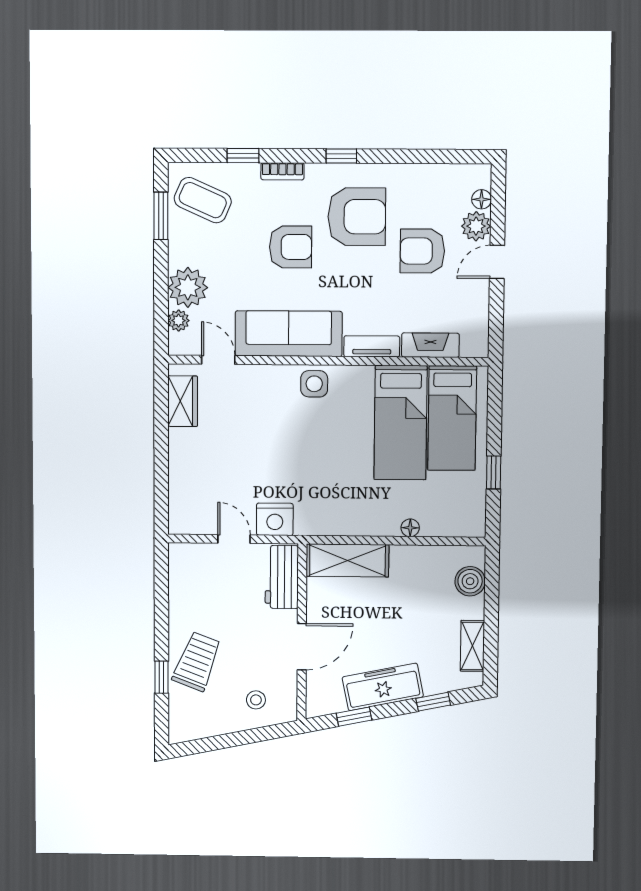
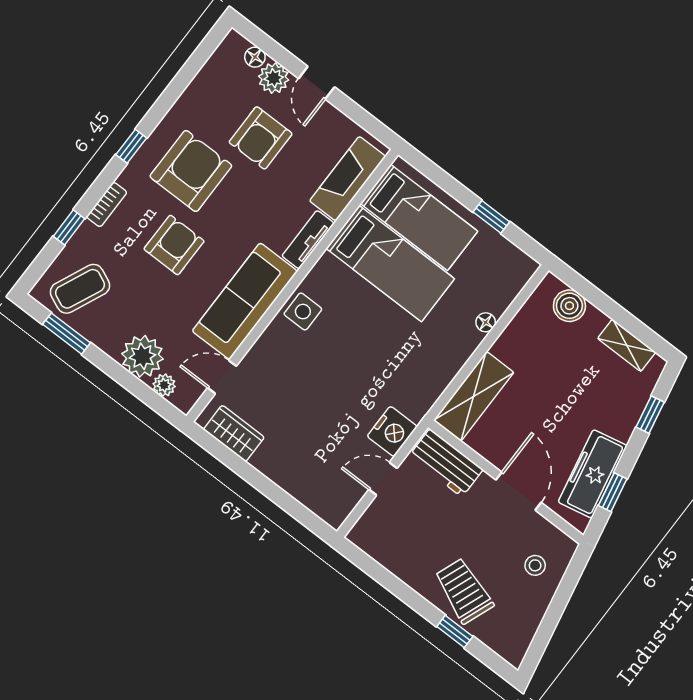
fireplace: (430, 345) -> (348, 179), width x1.37, depth x1.32
freezer: (383, 687) -> (593, 474), moved

